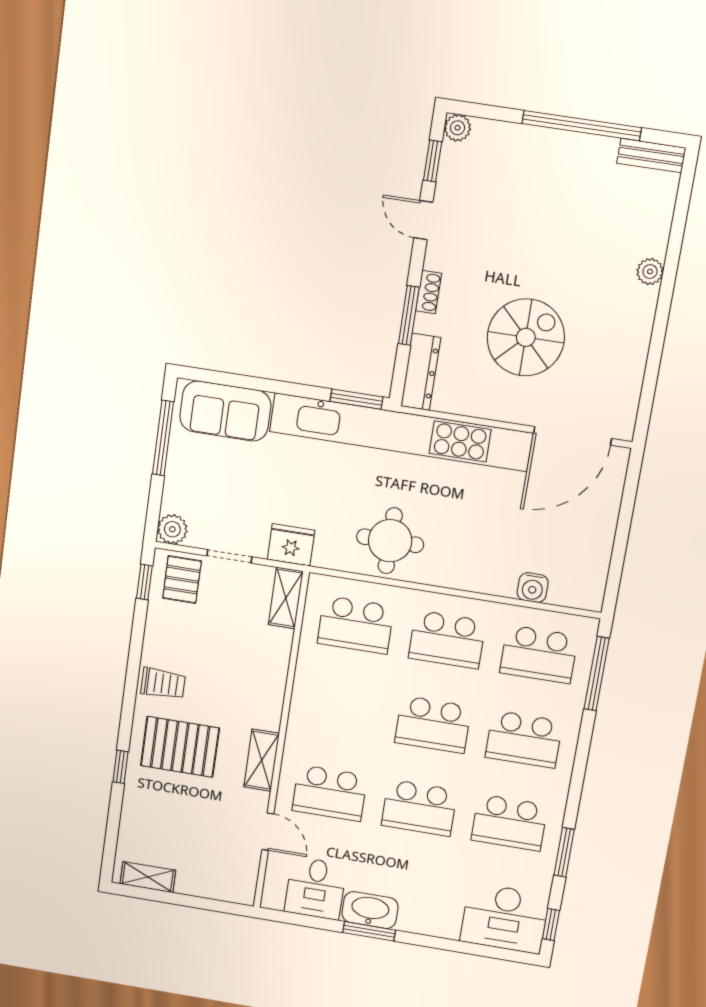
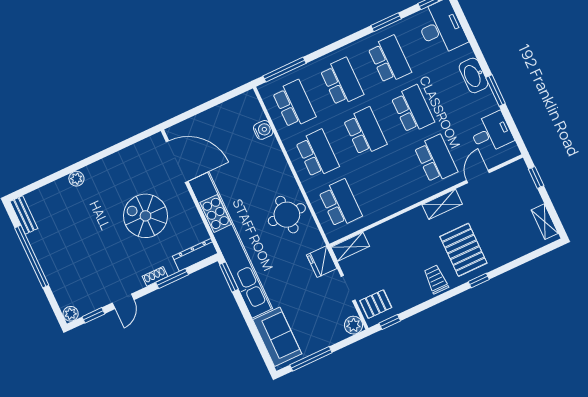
window: (120, 767) -> (479, 280), moved
window: (215, 905) -> (536, 177), added
washbasin: (370, 910) -> (474, 75), moved

